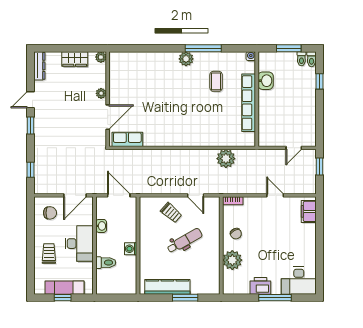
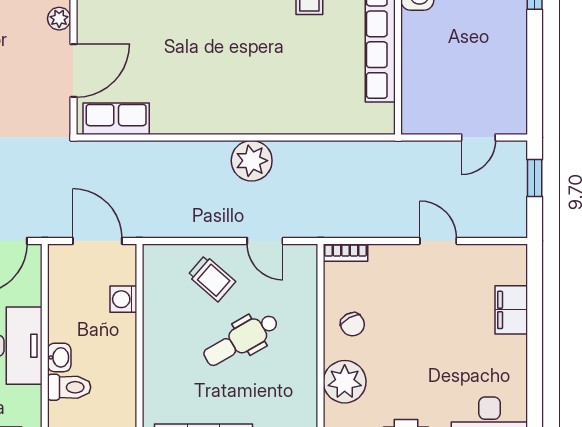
plant: (226, 159) -> (252, 161), moved
filing cabinet: (309, 211) -> (511, 310), moved
washbasin: (101, 226) -> (59, 357), moved
dental chair: (185, 241) -> (241, 340), turned 180
washing machine: (131, 249) -> (123, 299), moved

